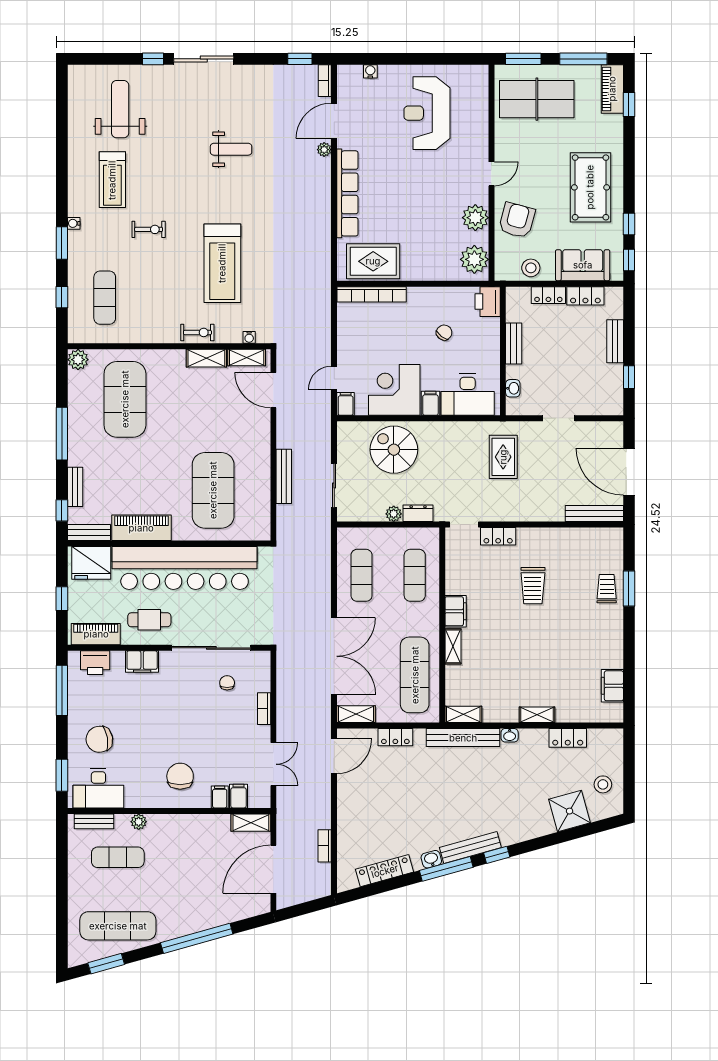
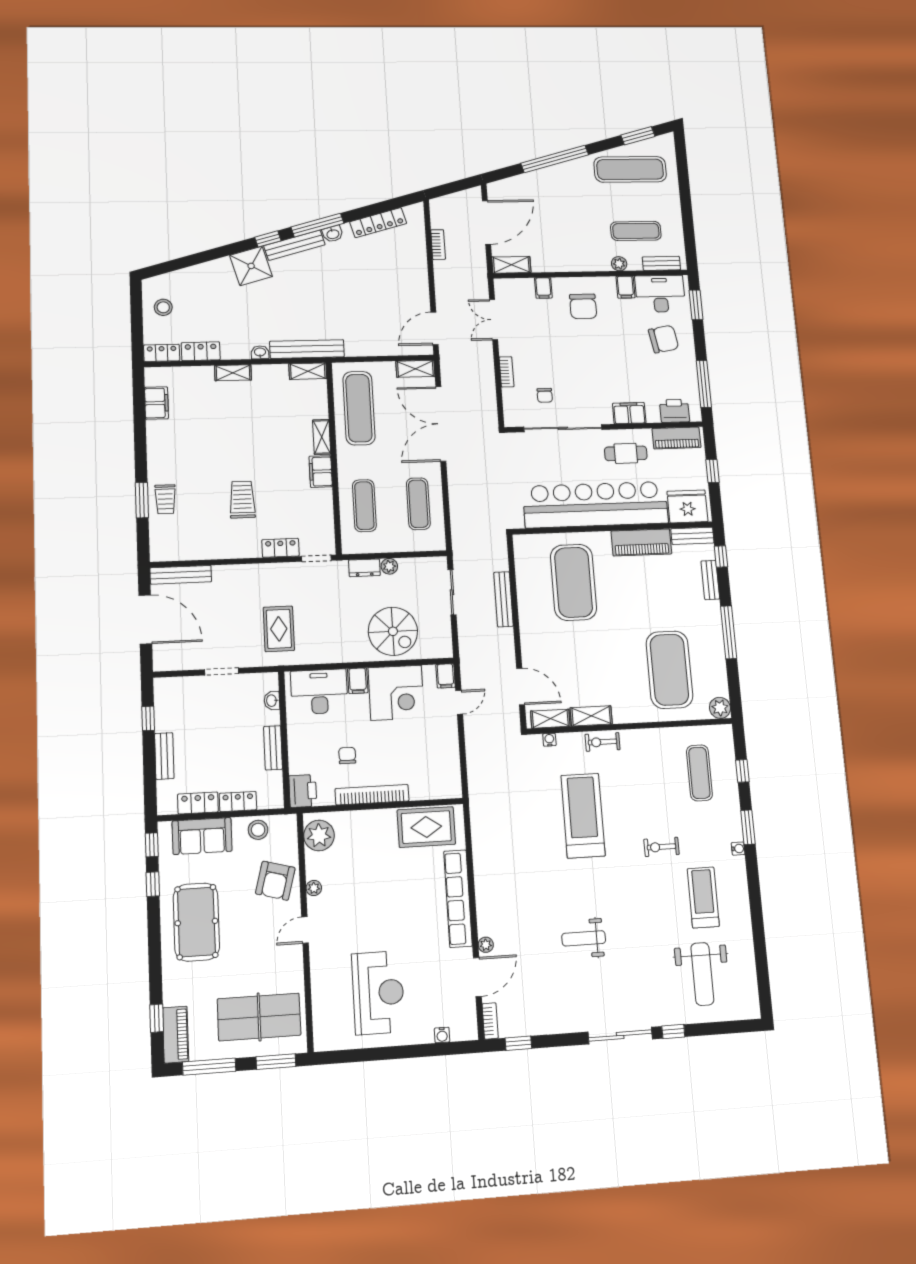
plant: (475, 218) -> (314, 888), width x0.53, depth x0.53
bookcase: (372, 294) -> (372, 795), moved
chair: (444, 333) -> (347, 756), turned 143
locker: (395, 737) -> (162, 353), moved
filing cabinet: (239, 796) -> (625, 287), moved
shower: (570, 811) -> (251, 266), moved

